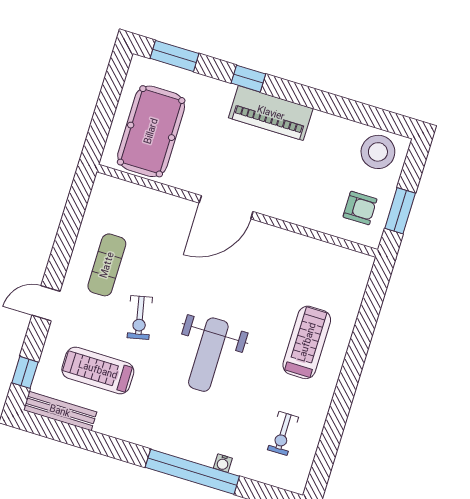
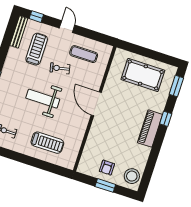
door: (226, 207) -> (96, 104), moved
wall: (237, 211) -> (95, 109), moved

